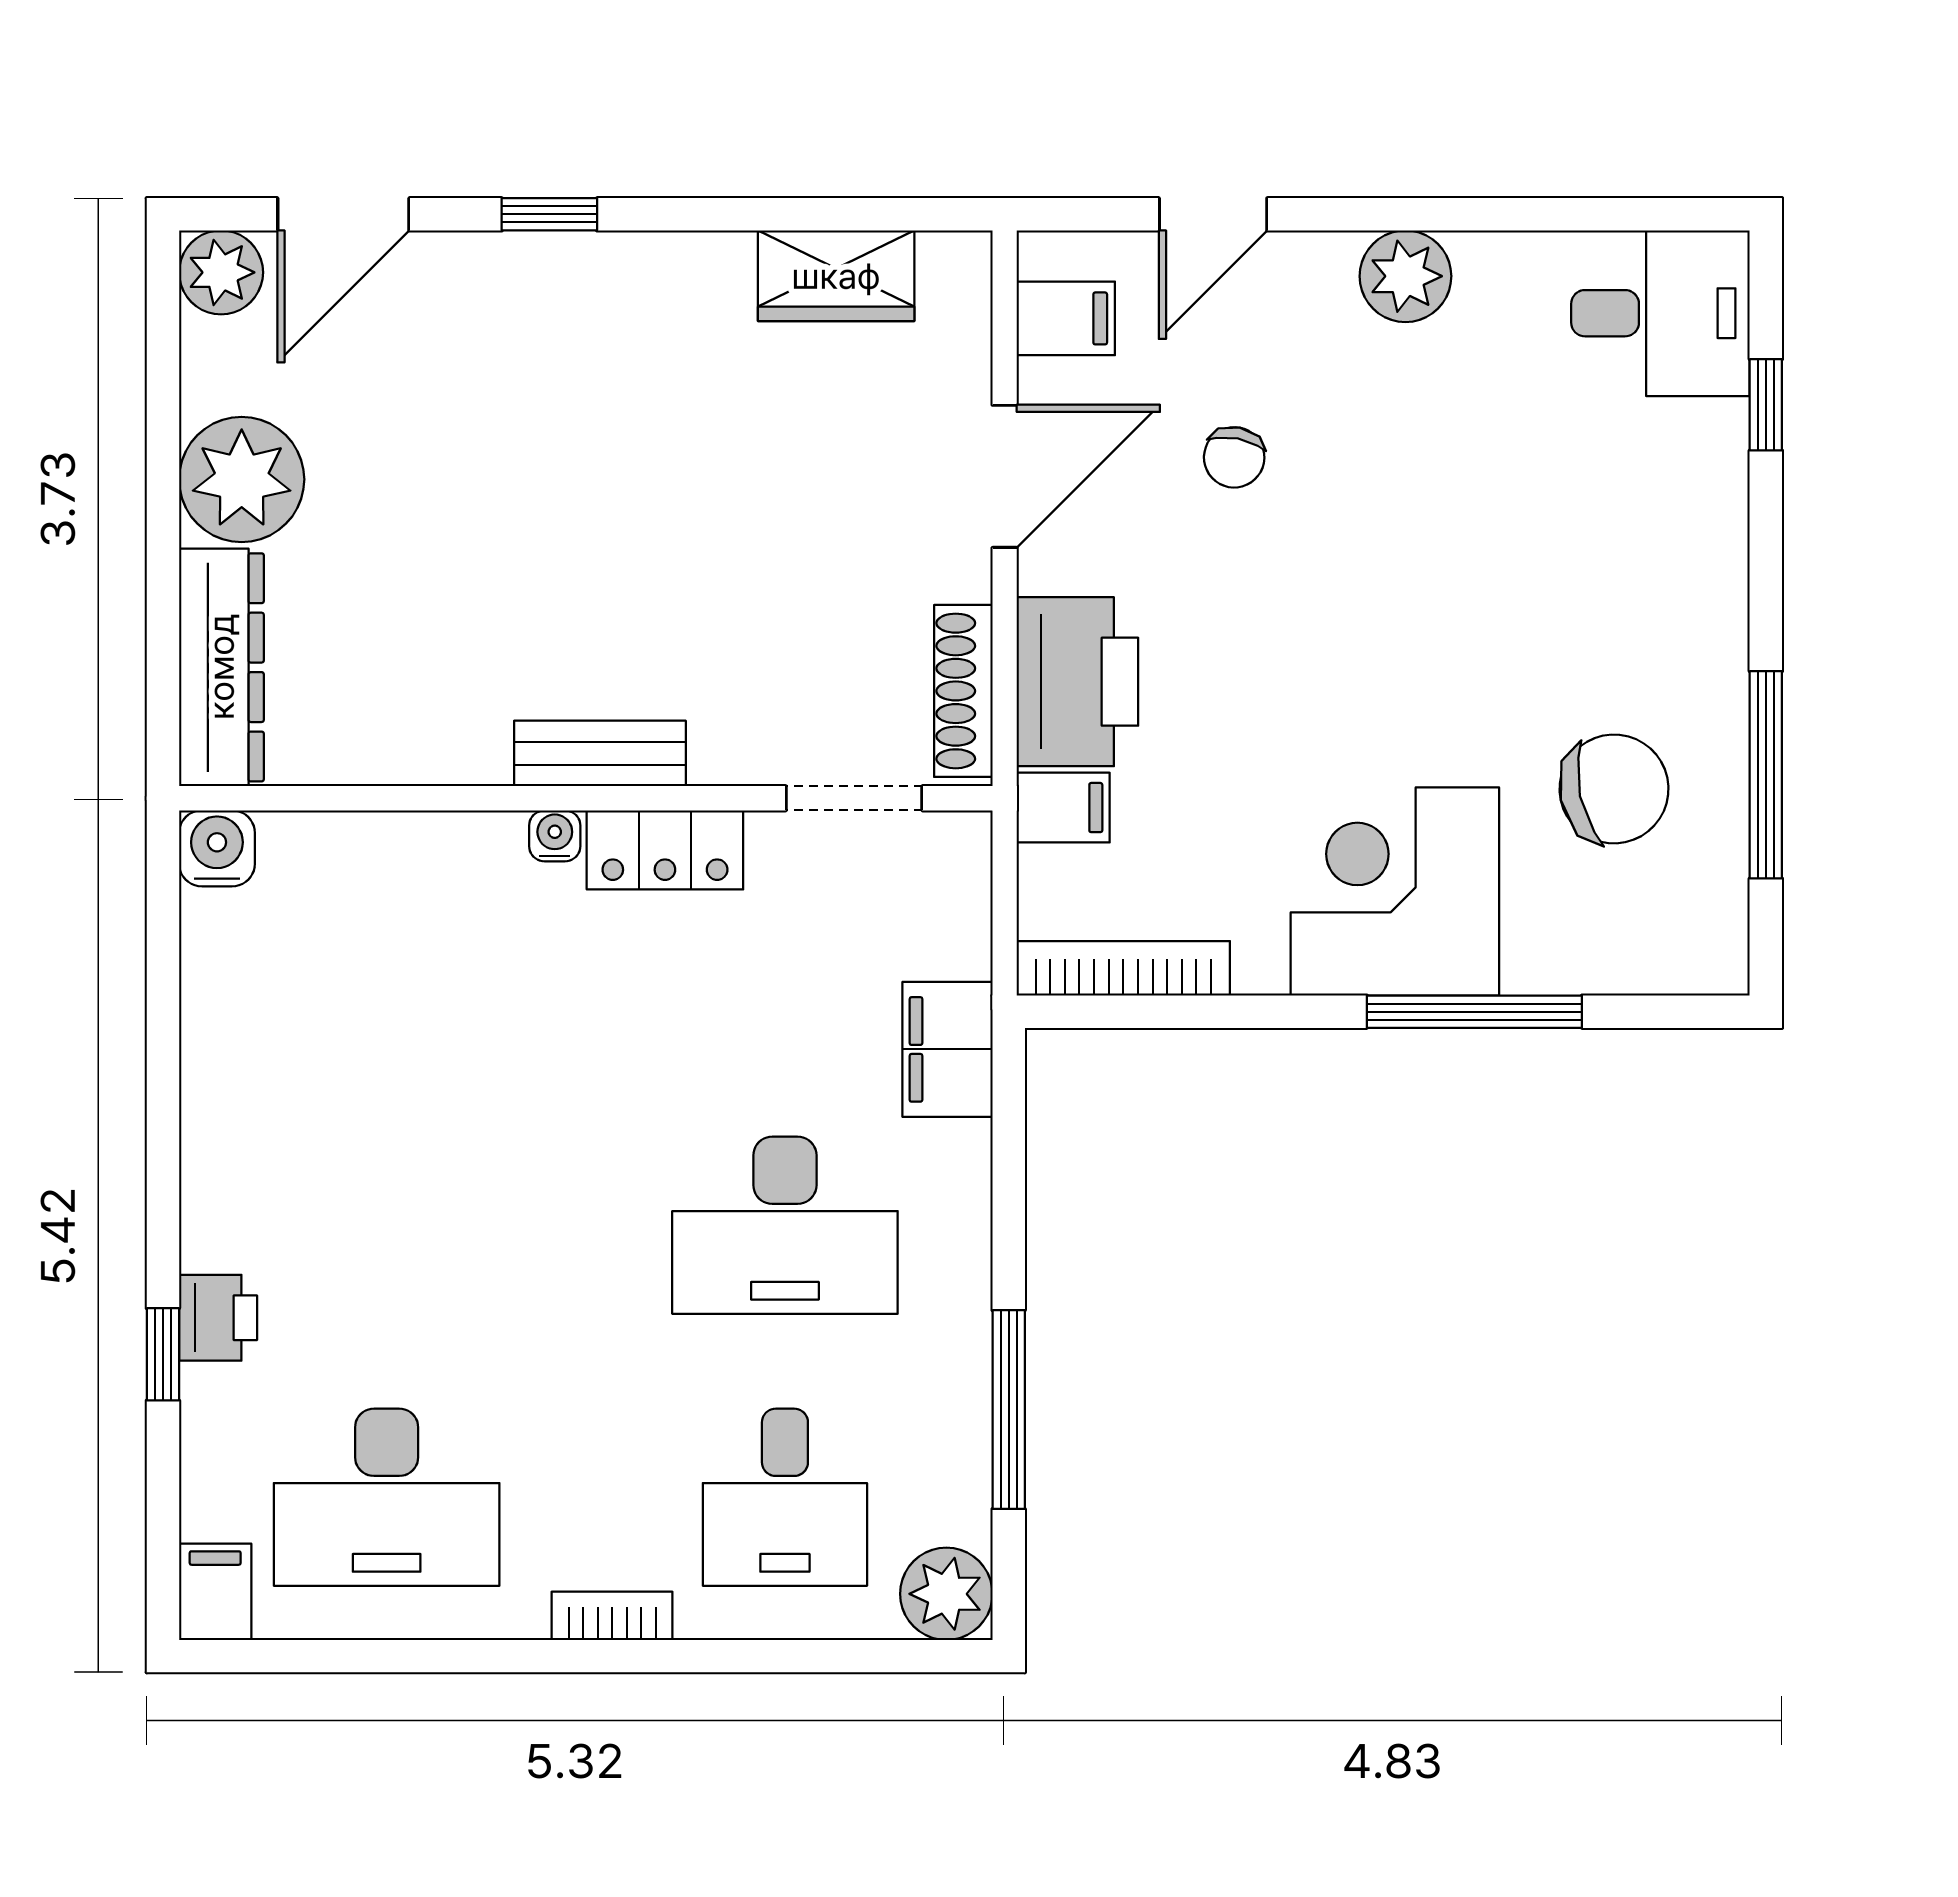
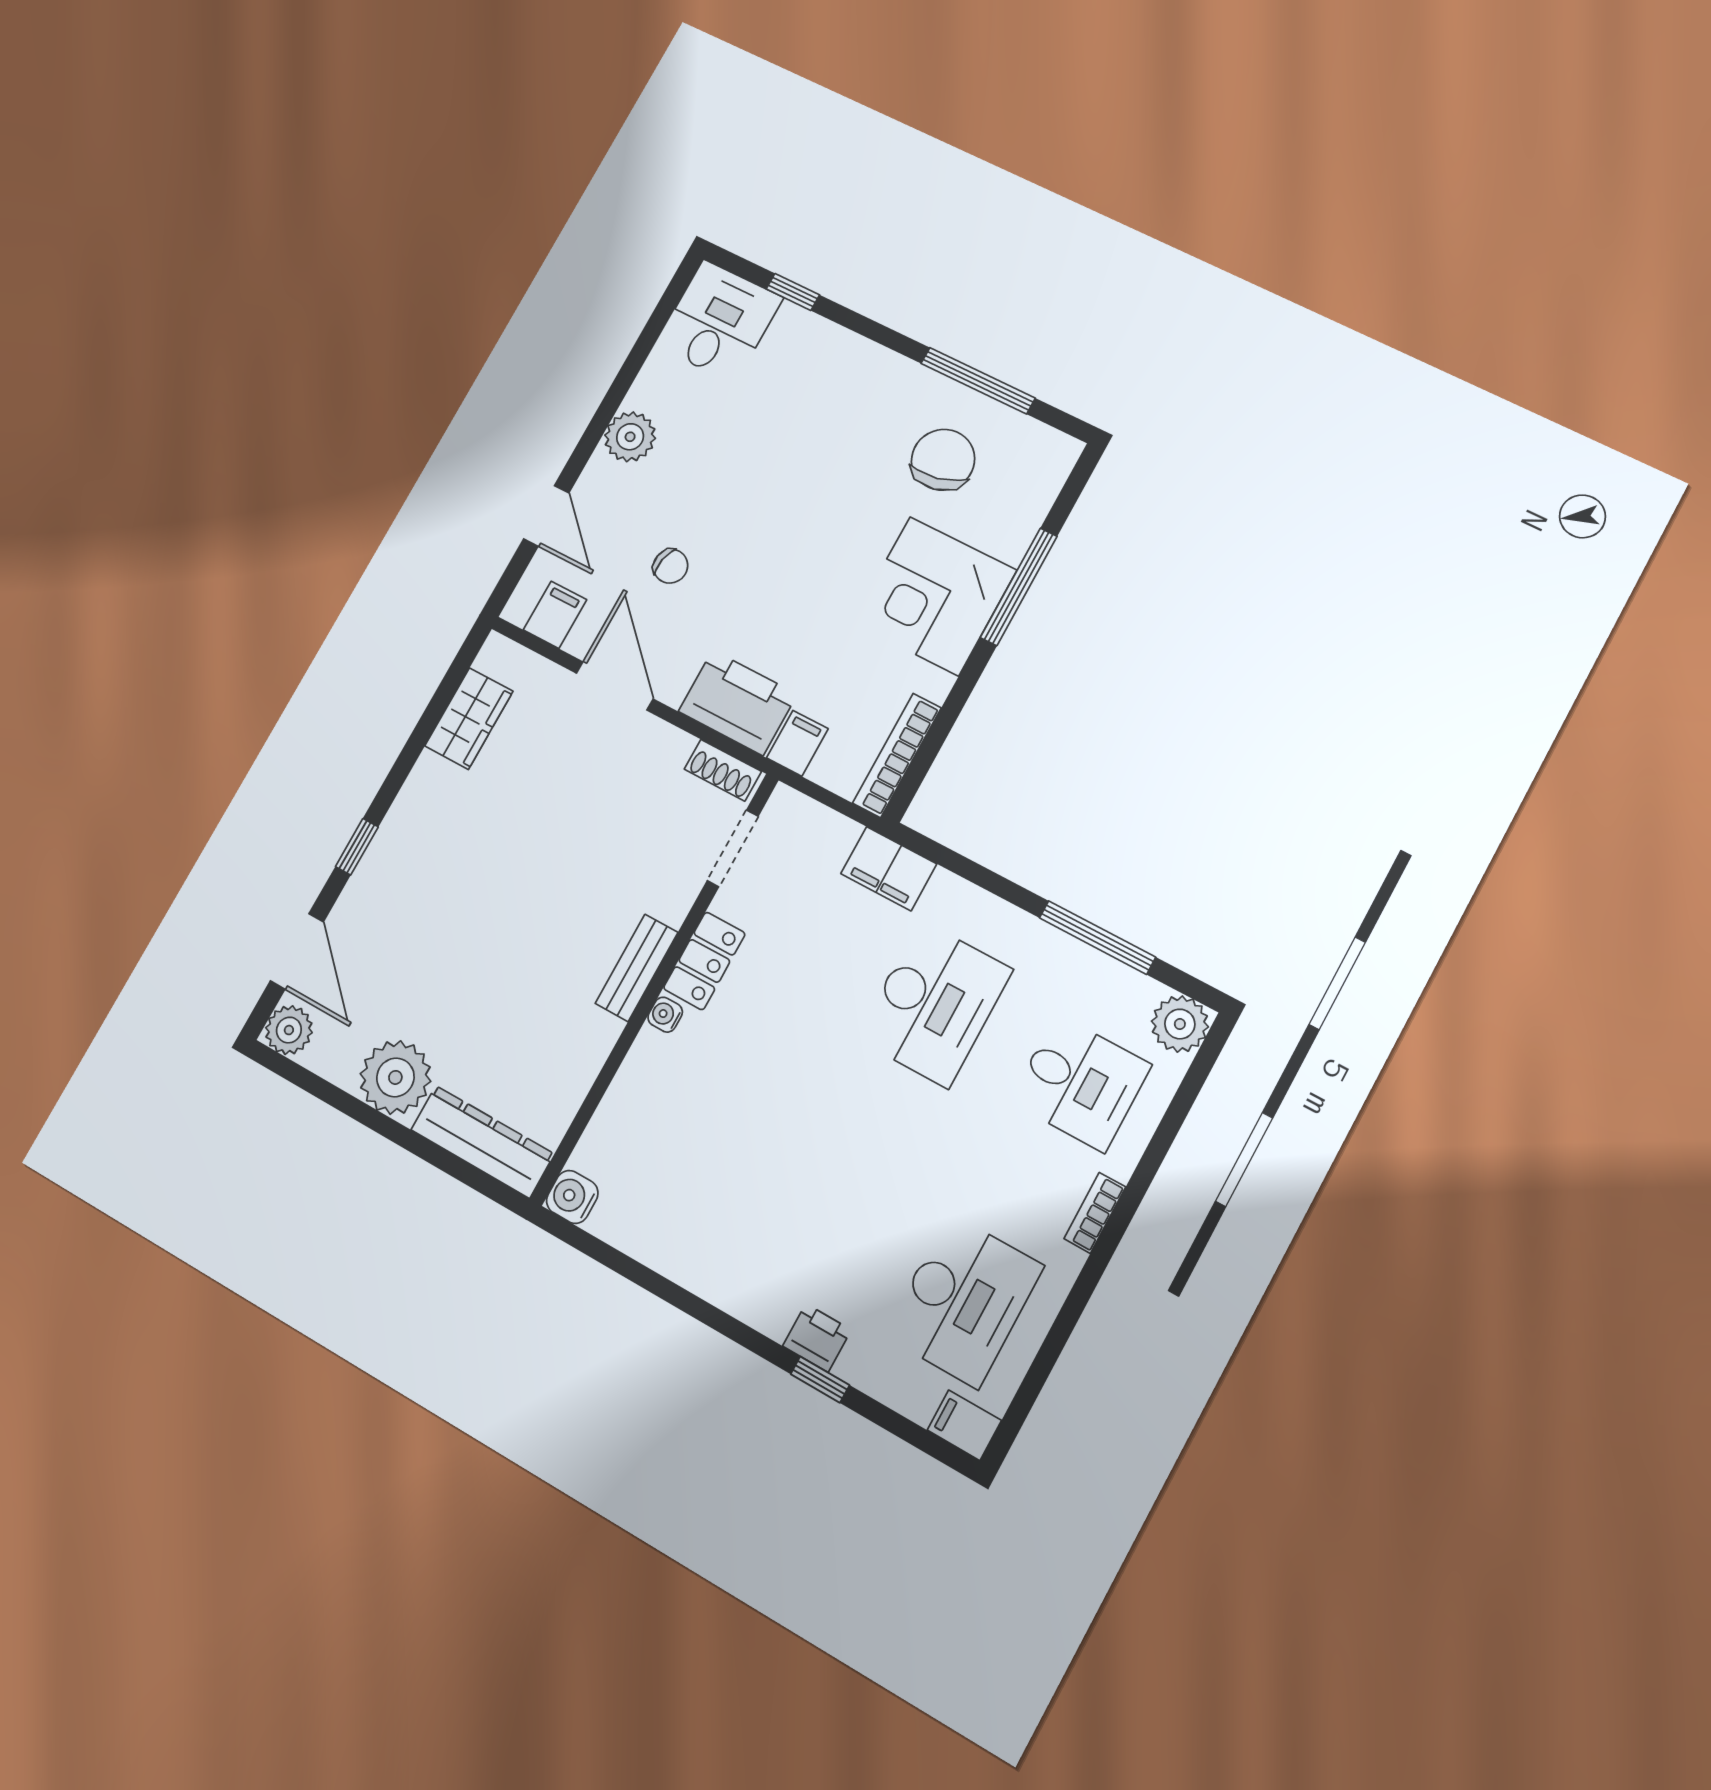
shoe rack: (963, 691) -> (723, 770), width x0.70

